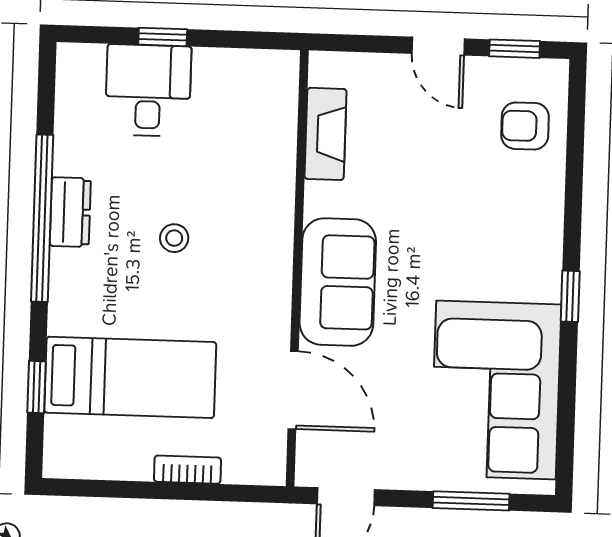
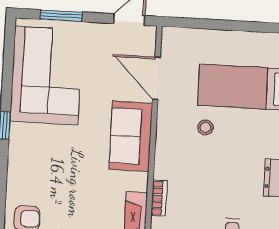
stool: (174, 238) -> (205, 127), moved
bookcase: (187, 470) -> (159, 198), moved, turned -90

